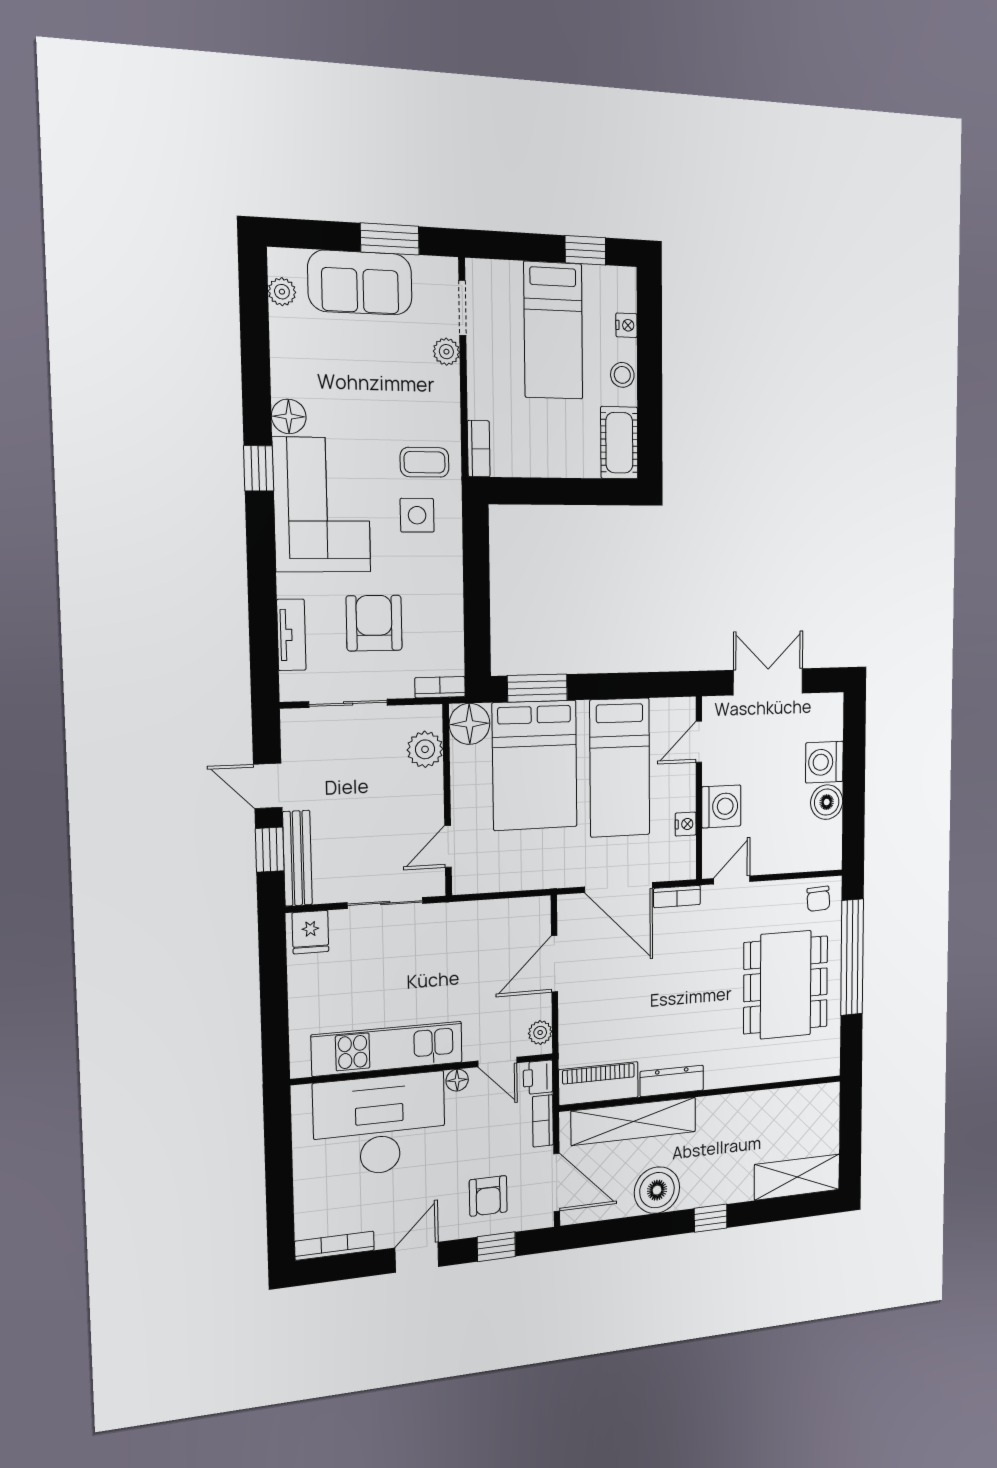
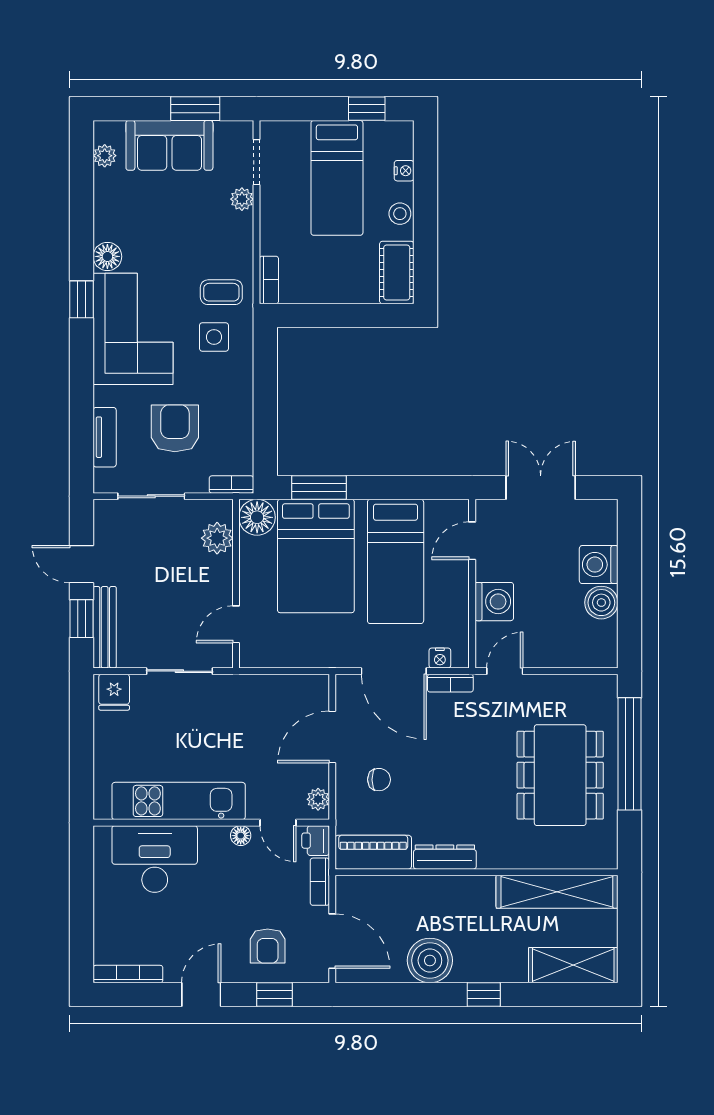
nightstand: (686, 824) -> (440, 658), moved, turned 90
chair: (818, 899) -> (379, 780), moved, turned -87
shelving: (634, 1121) -> (557, 892), moved
desk: (380, 1125) -> (155, 859), width x0.73, depth x0.77

